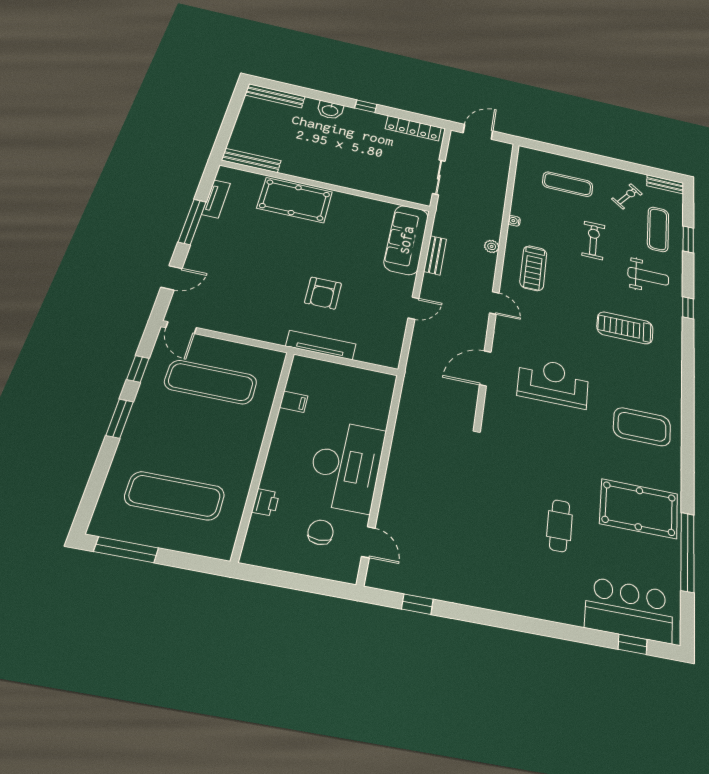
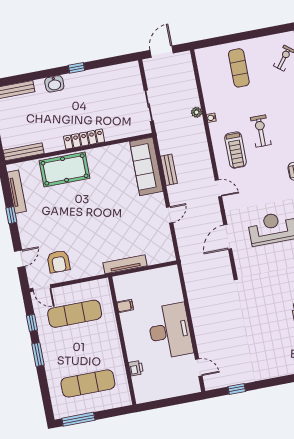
locker: (413, 128) -> (84, 139), moved, turned 180
exercise mat: (568, 184) -> (239, 68), turned 90
tv unit: (216, 199) -> (17, 192), width x1.41
window: (192, 222) -> (11, 215), width x0.46
exercise bike: (593, 240) -> (261, 131), moved
plant: (492, 246) -> (197, 112), moved
armchair: (323, 293) -> (59, 262), moved
chair: (321, 532) -> (171, 372), removed

